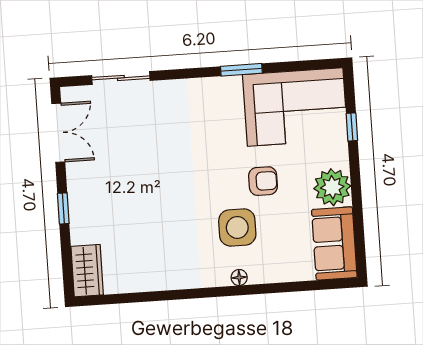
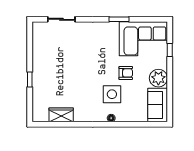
double door: (58, 133) -> (30, 43), removed
wardrobe: (87, 271) -> (61, 115), moved, turned -90

